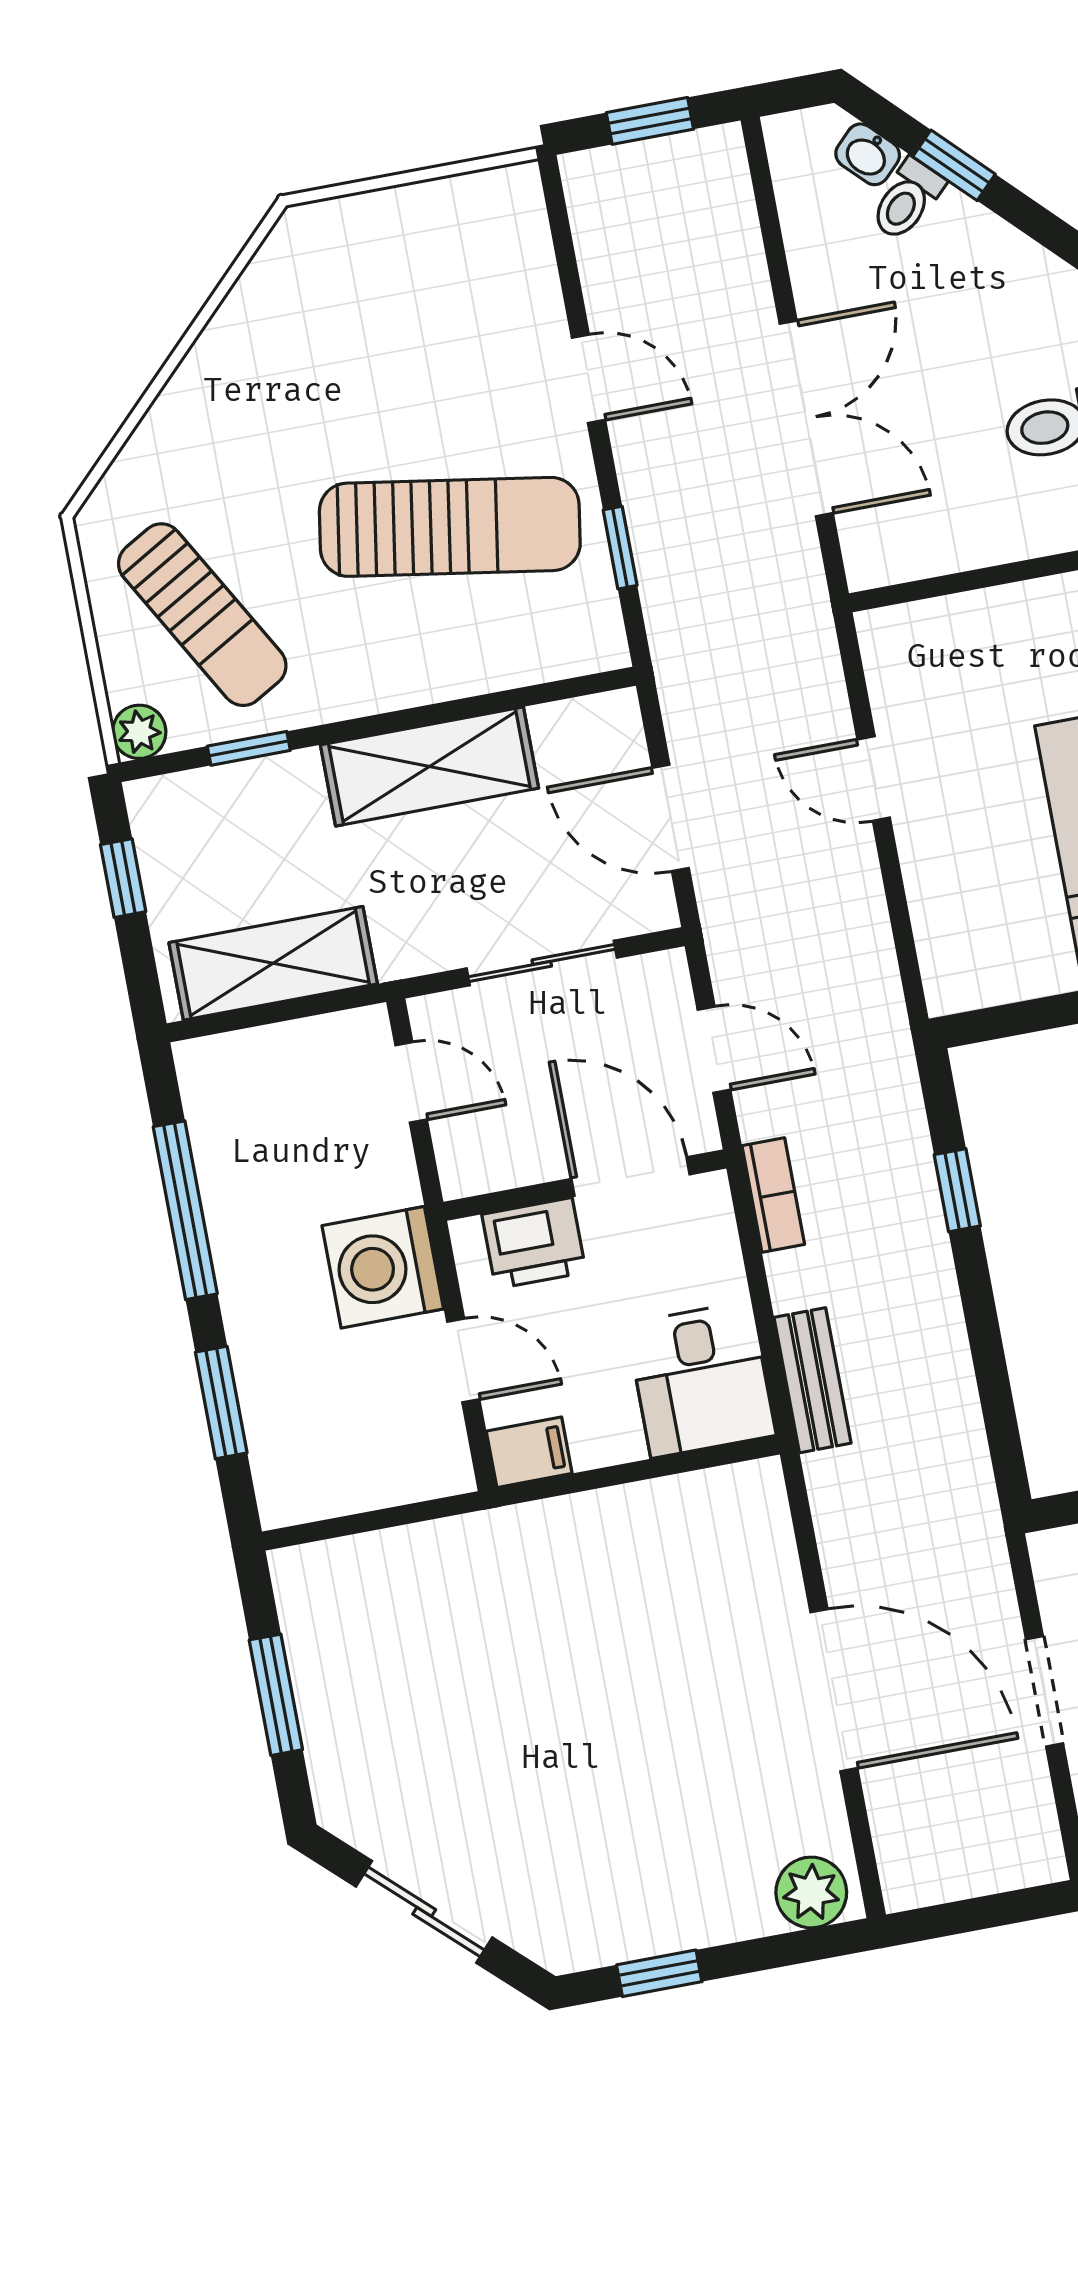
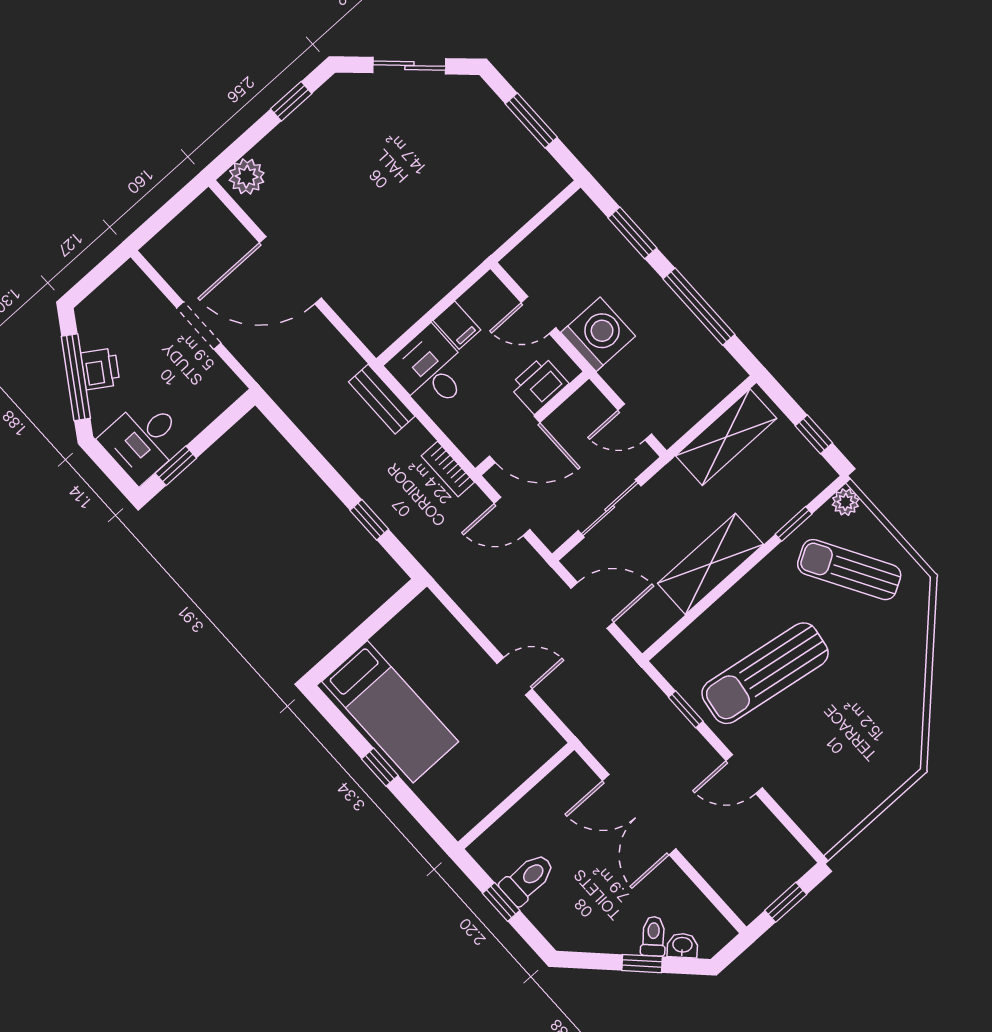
filing cabinet: (529, 1452) -> (457, 325), moved, turned -90

